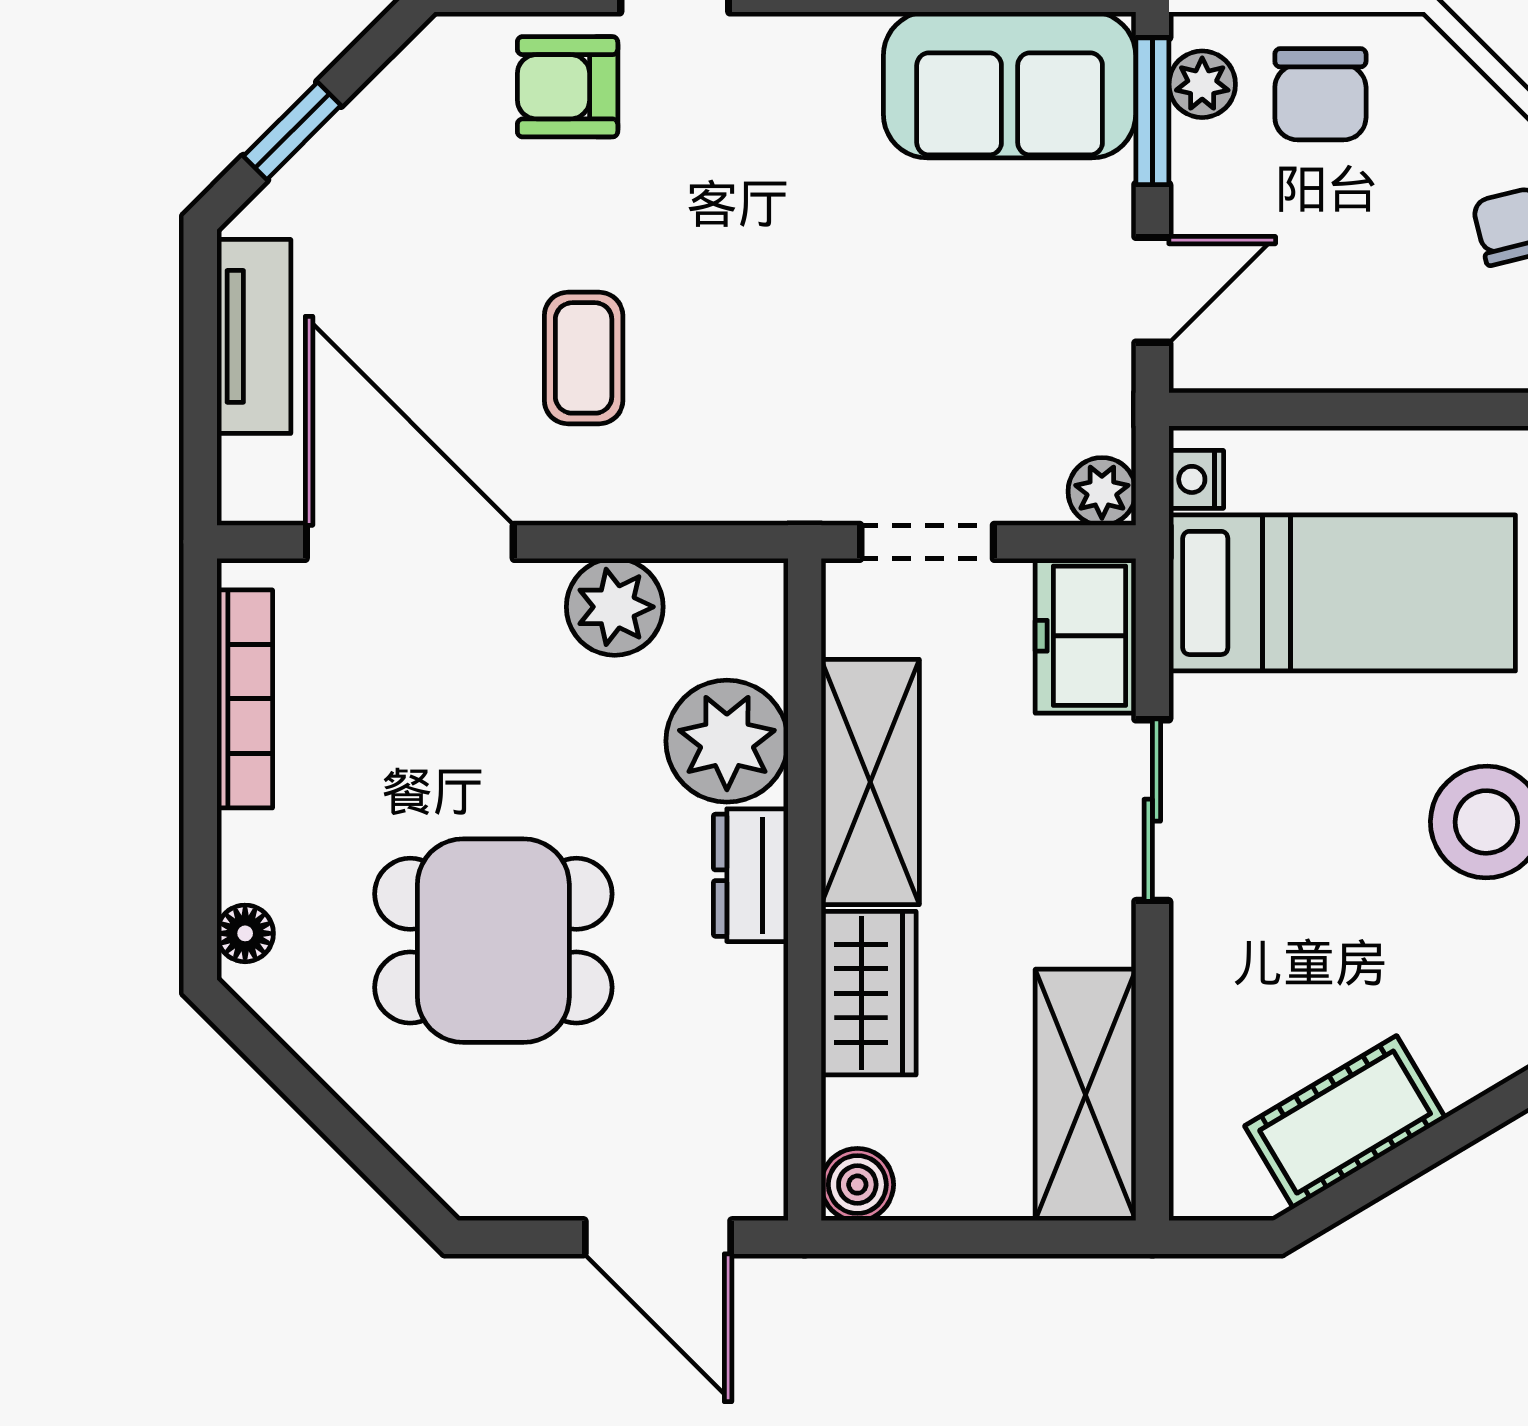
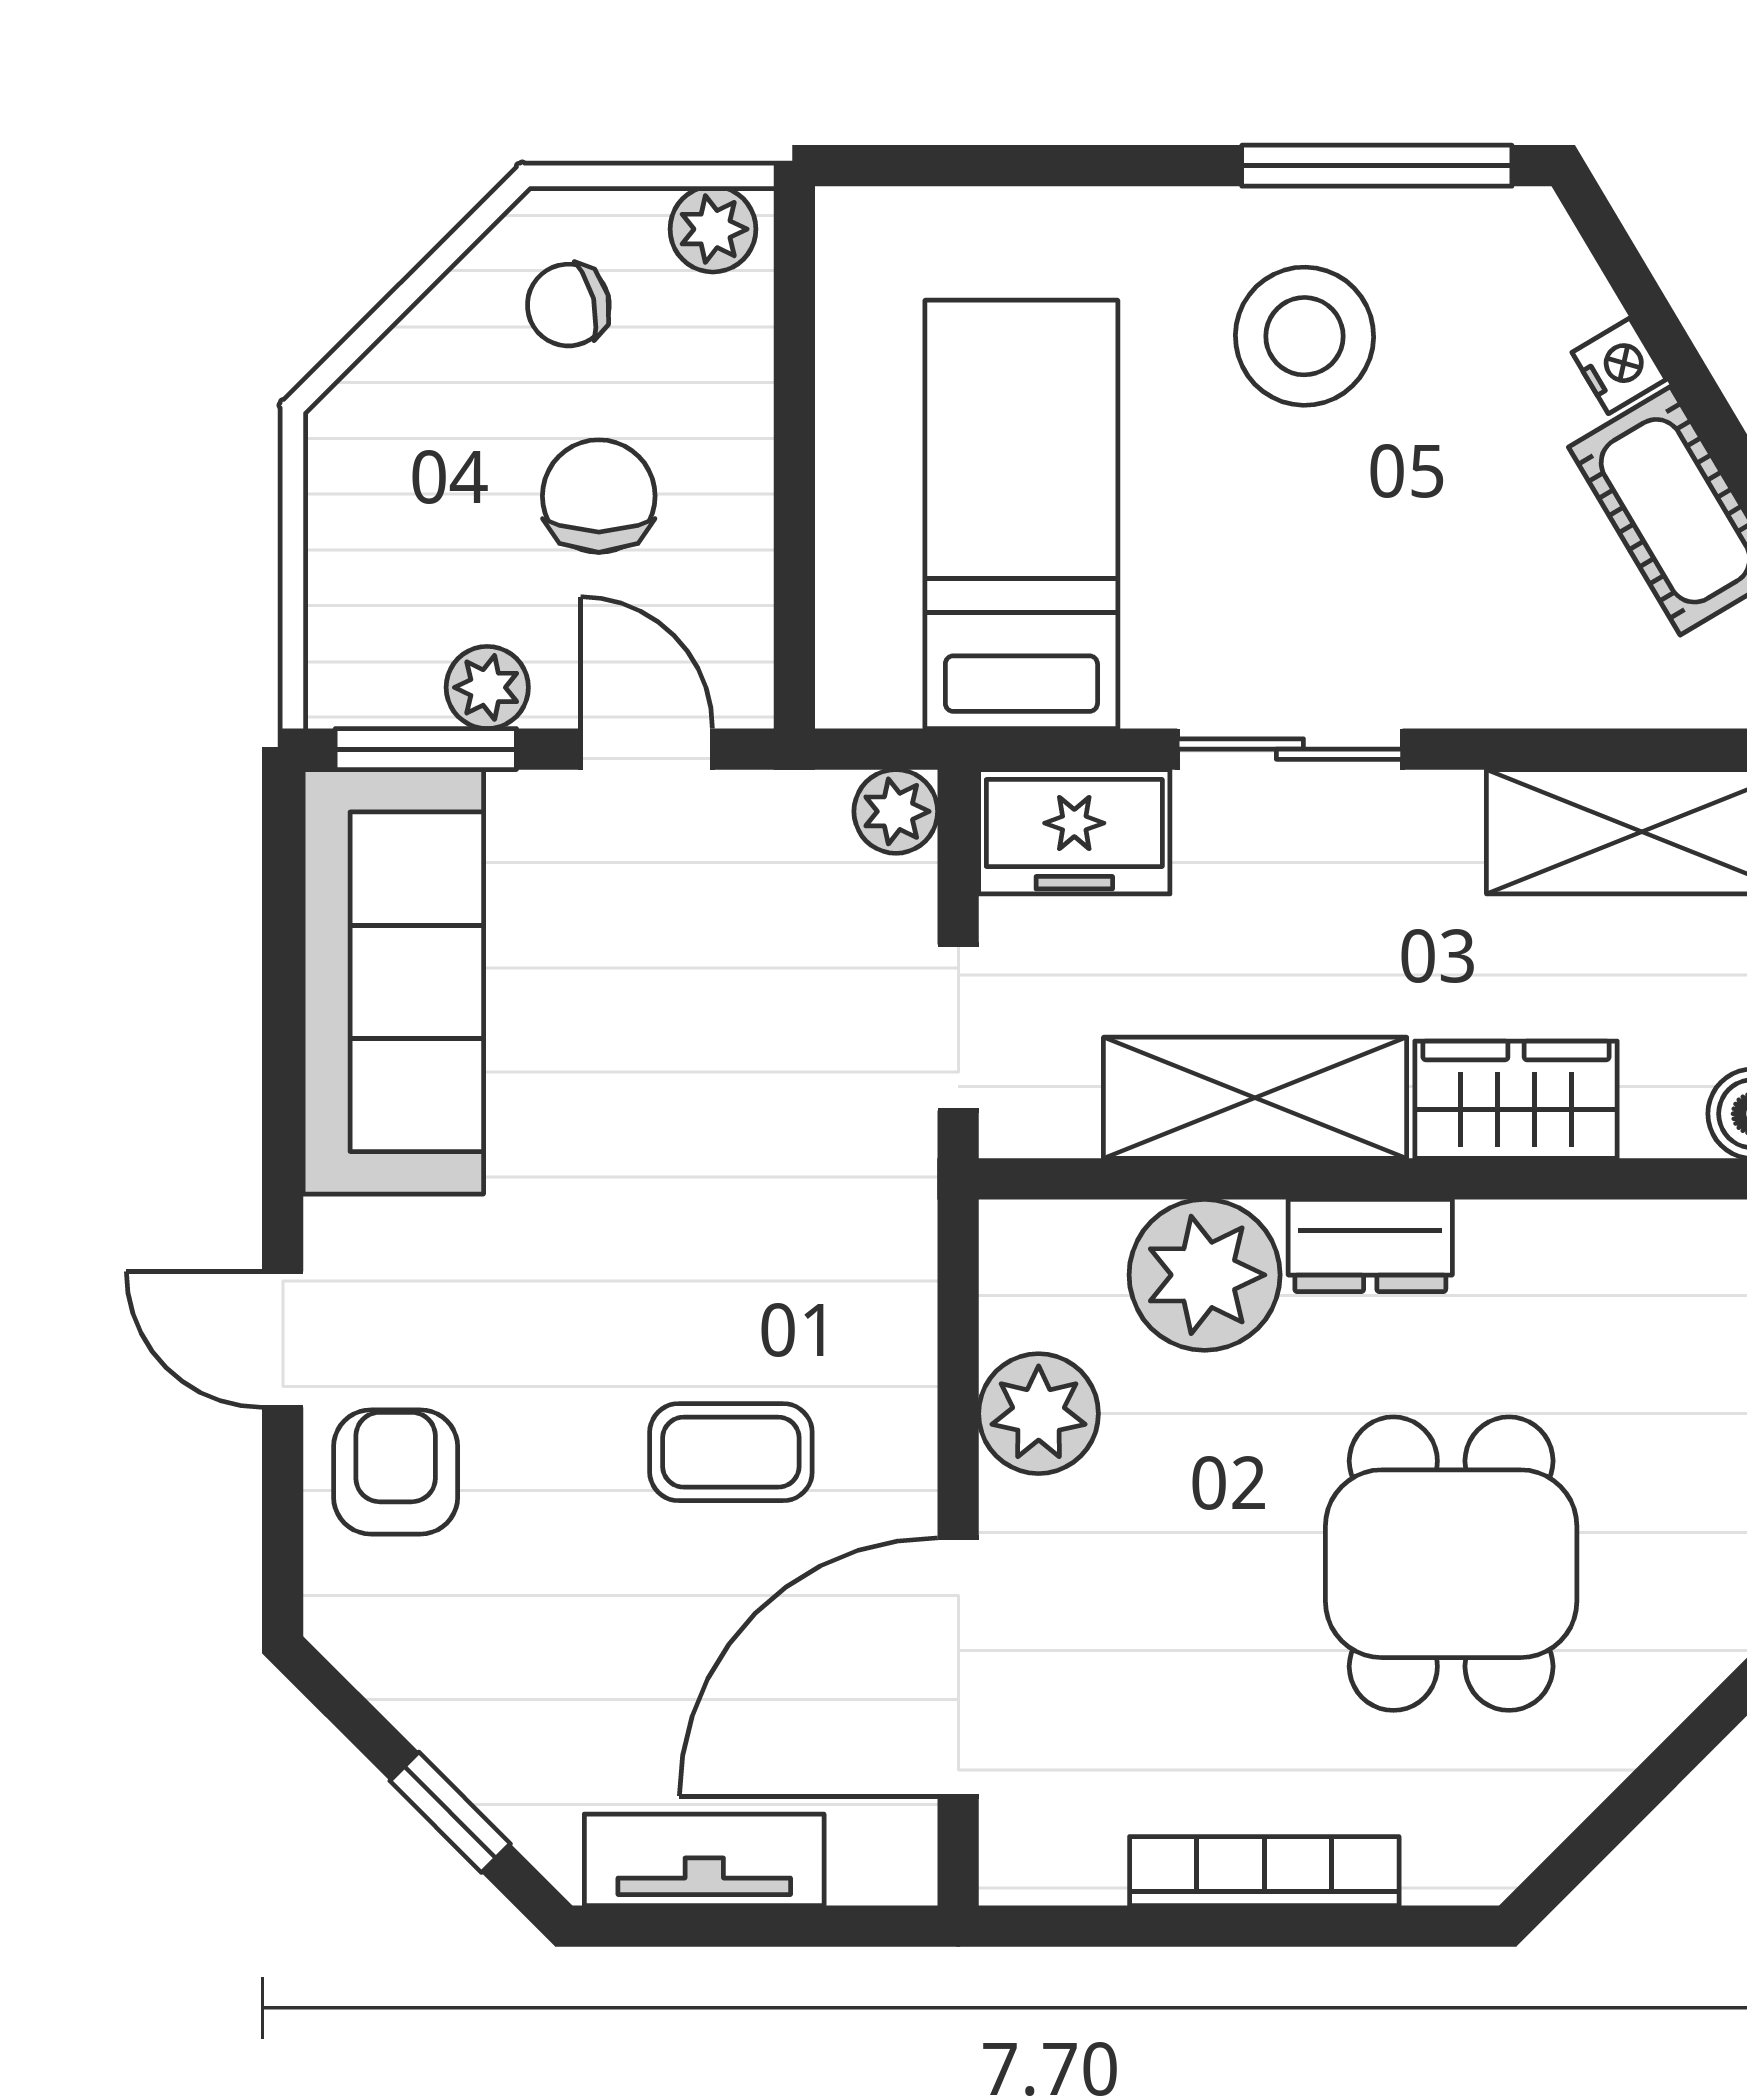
plant: (1202, 84) -> (487, 687), moved
sofa: (1010, 85) -> (393, 982), width x1.36
armchair: (568, 87) -> (396, 1472), turned 180
chair: (1320, 94) -> (599, 496), moved, turned -90
nightstand: (1196, 479) -> (1619, 366), moved, turned -121
bookcase: (245, 699) -> (1264, 1871), moved
floor lamp: (245, 933) -> (1442, 1871), removed

